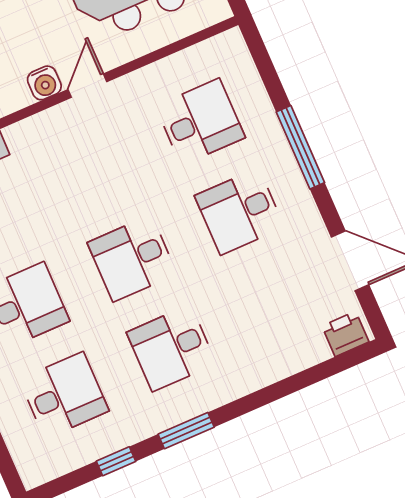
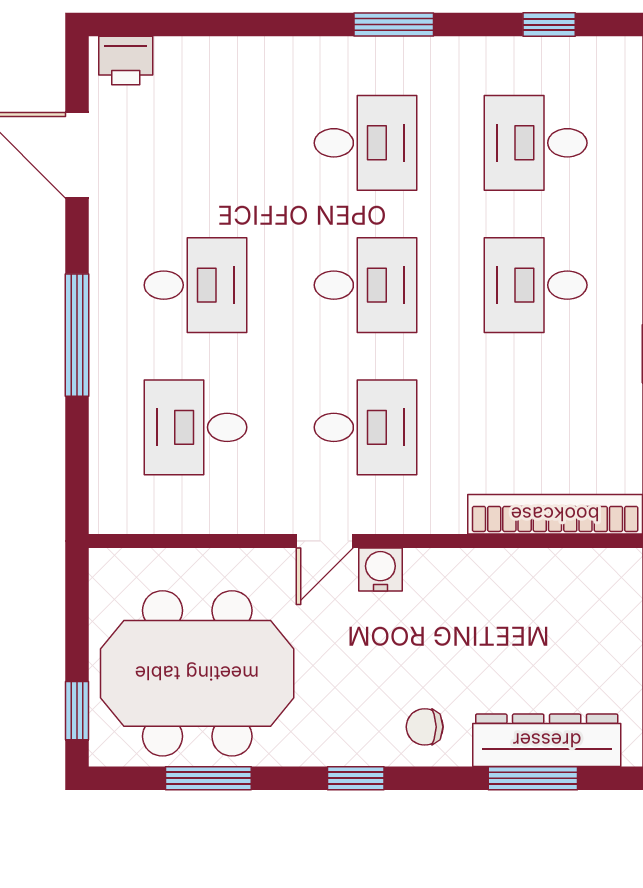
desk: (93, 169) -> (366, 427), added
window: (116, 461) -> (549, 25), moved

